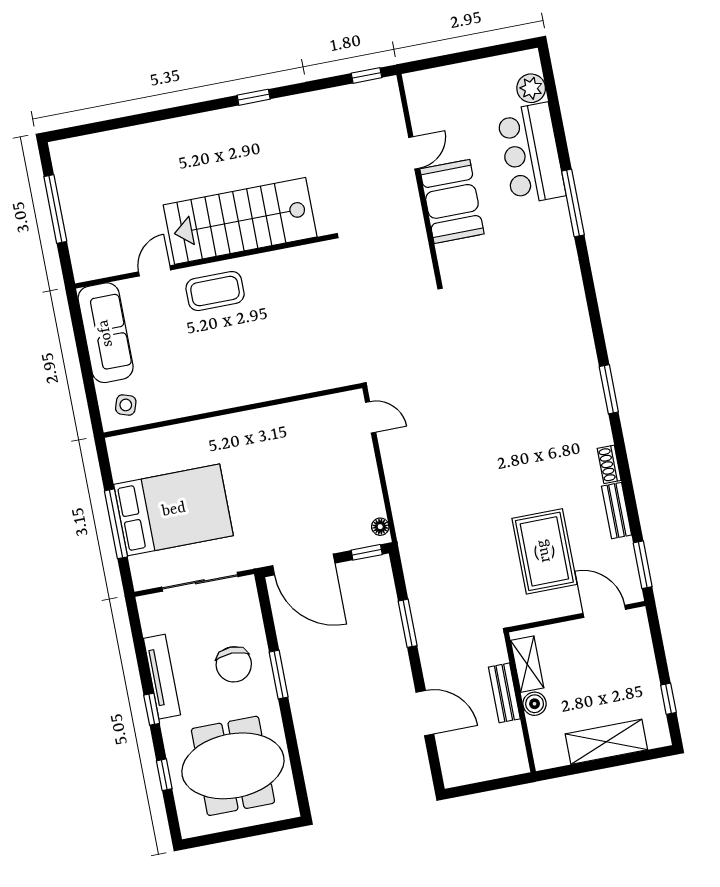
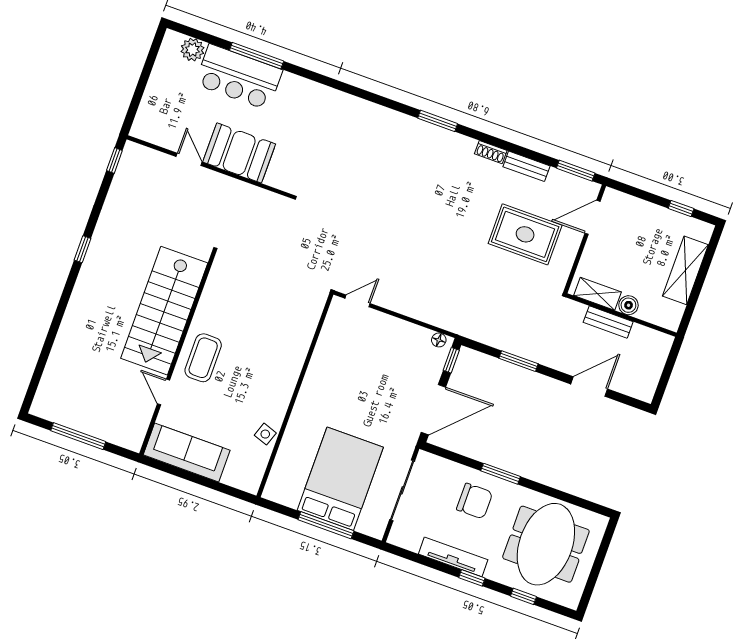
window: (573, 203) -> (257, 56), moved
side table: (126, 405) -> (265, 434), moved

